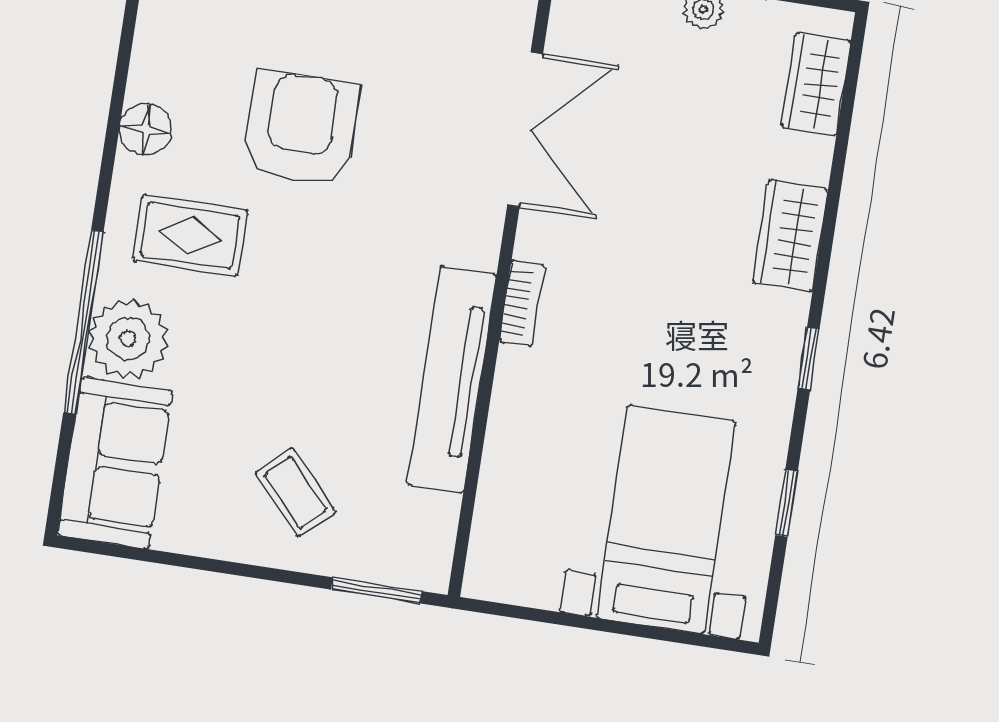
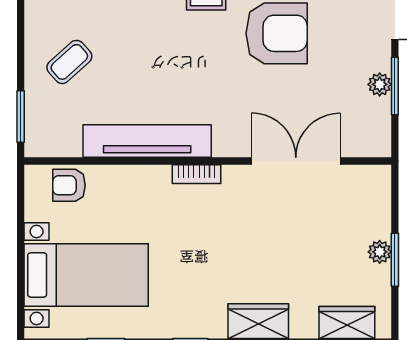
double door: (525, 129) -> (296, 161), swing flipped
armchair: (507, 525) -> (69, 185), added

